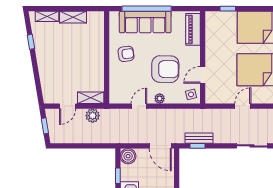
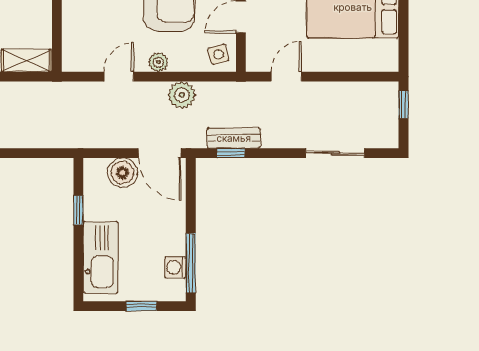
door: (243, 106) -> (286, 77), moved
plant: (93, 116) -> (182, 95), moved
boiler: (128, 156) -> (122, 173), moved

